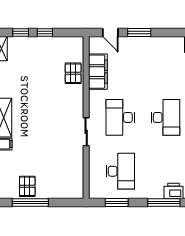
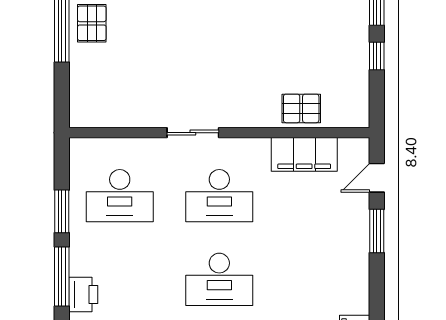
desk: (120, 117) -> (219, 196), turned 180
pallet: (27, 186) -> (92, 23), turned 90
window: (117, 202) -> (62, 211), moved

